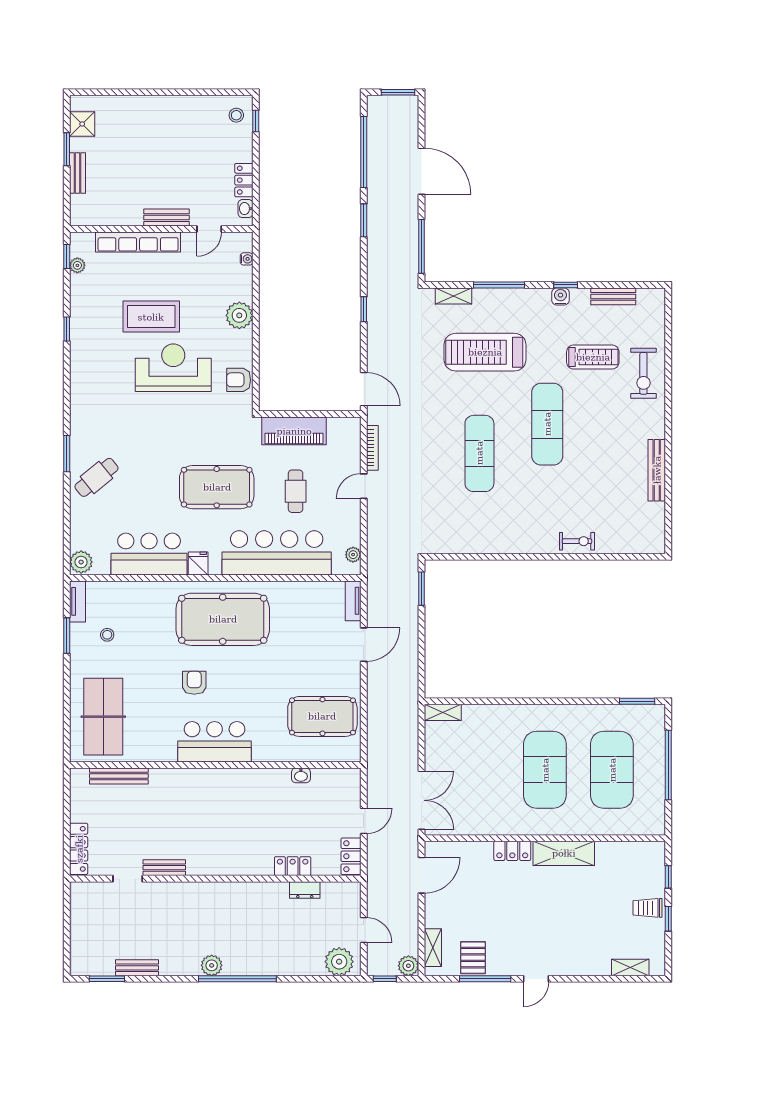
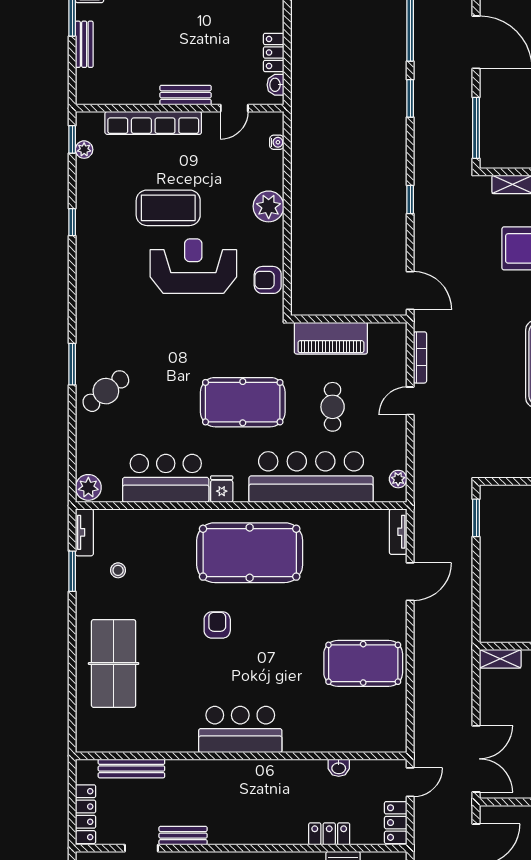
bar counter: (215, 742) -> (240, 729), moved
wall: (215, 765) -> (241, 756), moved
washbasin: (301, 775) -> (339, 768), moved
bench: (119, 776) -> (131, 768), moved

